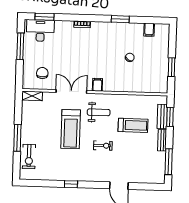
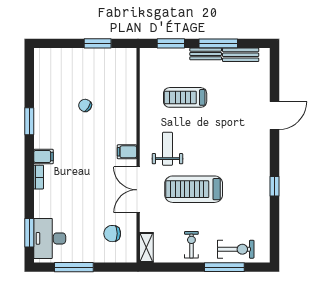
filing cabinet: (149, 30) -> (44, 157), moved
bench: (162, 116) -> (241, 55), moved
treadmill: (133, 125) -> (185, 97), turned -90
treadmill: (71, 129) -> (194, 189), turned 180
window: (17, 138) -> (224, 267), moved
exercise bike: (103, 146) -> (191, 245), moved
window: (169, 162) -> (218, 43), moved

